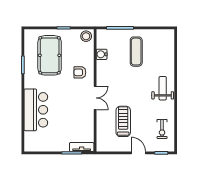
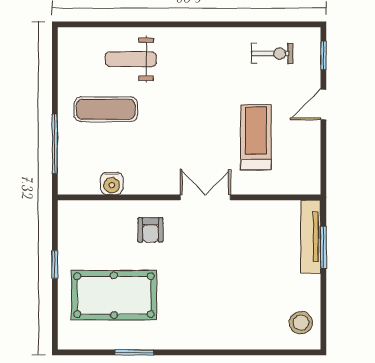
stool: (86, 36) -> (301, 323), moved
weight bench: (163, 88) -> (131, 59), moved
bar counter: (36, 110) -> (231, 325), removed
treadmill: (123, 121) -> (256, 137), turned 90
tv unit: (82, 147) -> (311, 237), width x1.41

